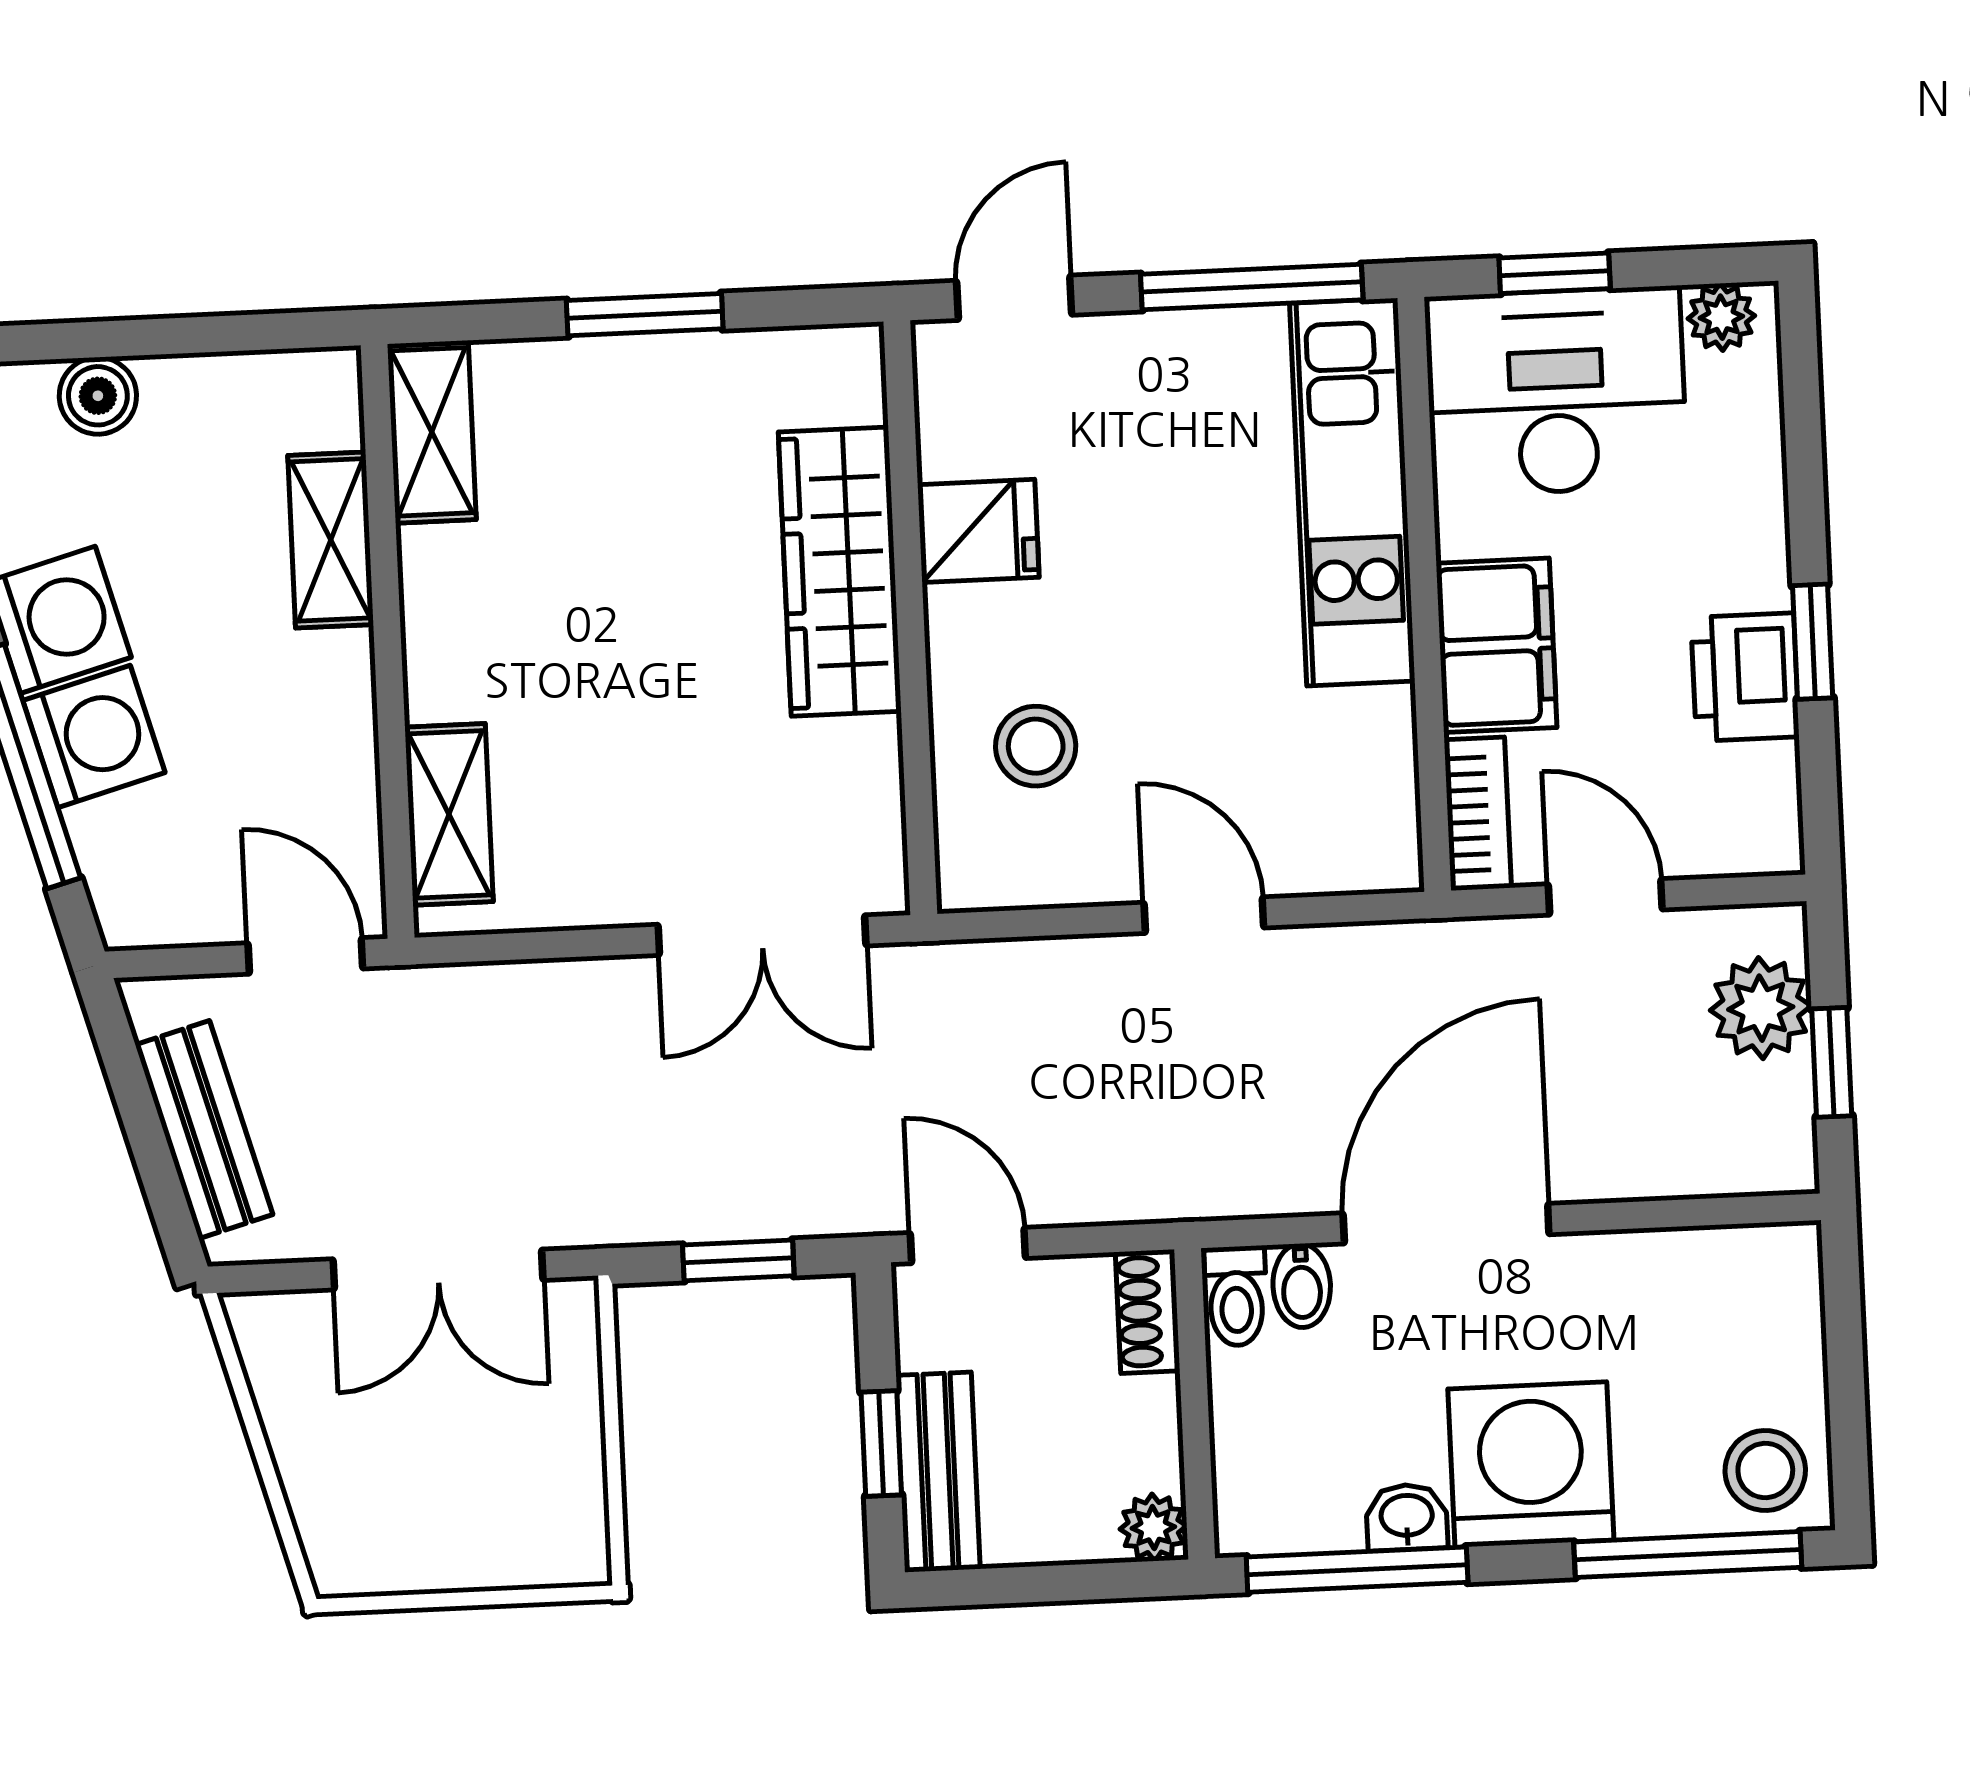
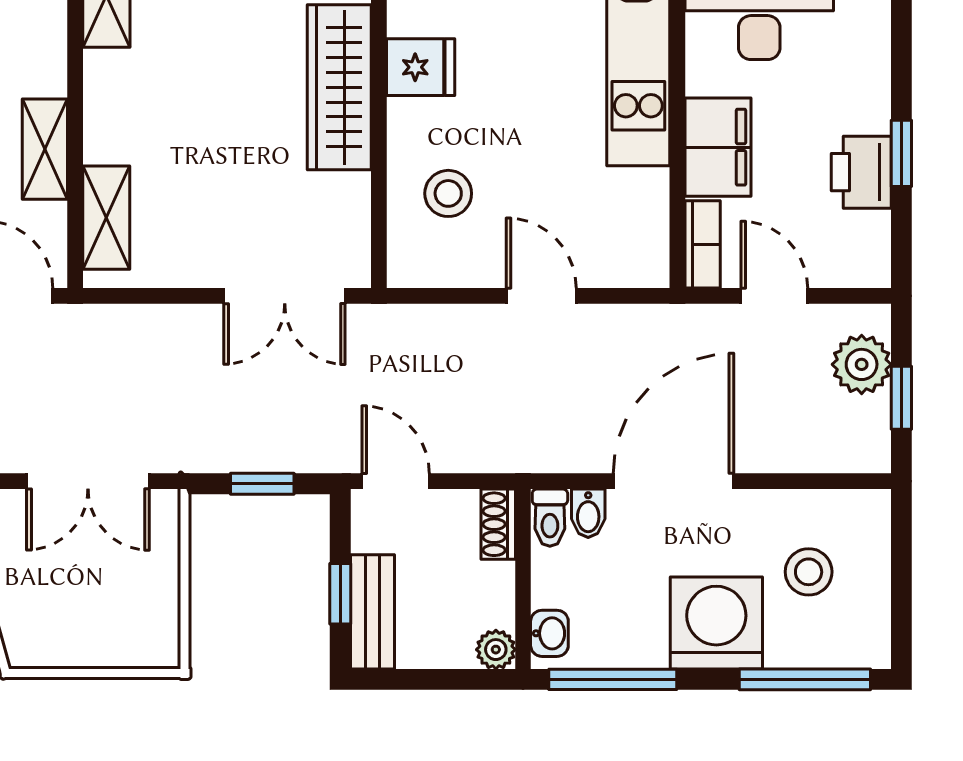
shelving: (331, 540) -> (45, 149), moved
stool: (1765, 1471) -> (809, 572), moved
washbasin: (1407, 1517) -> (549, 633), moved, turned 90

